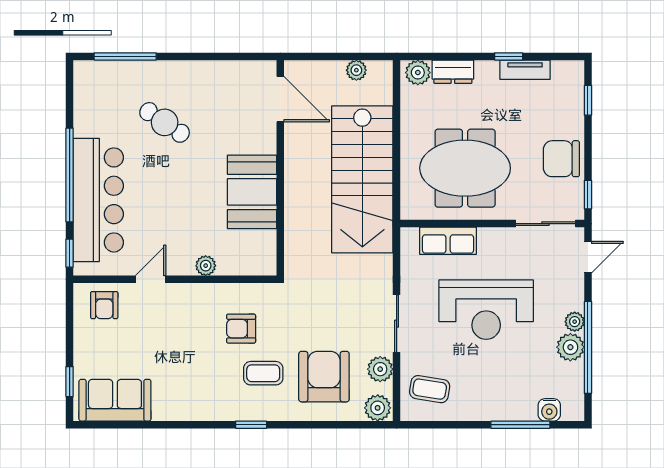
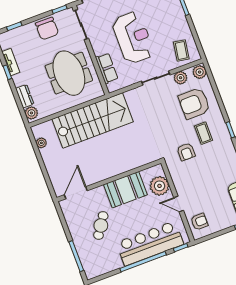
door: (280, 99) -> (76, 193), moved
wall: (280, 168) -> (109, 180), moved
booth: (252, 192) -> (125, 190), moved
plant: (206, 266) -> (160, 186), width x1.88, depth x1.88

